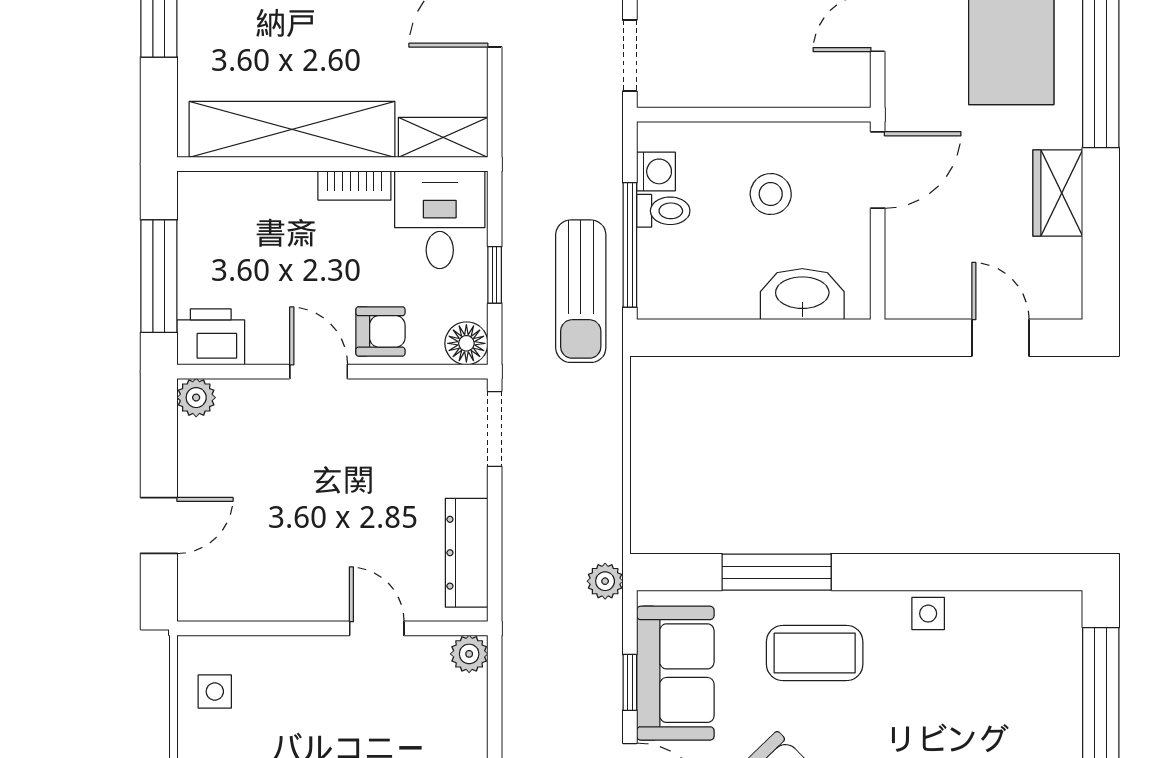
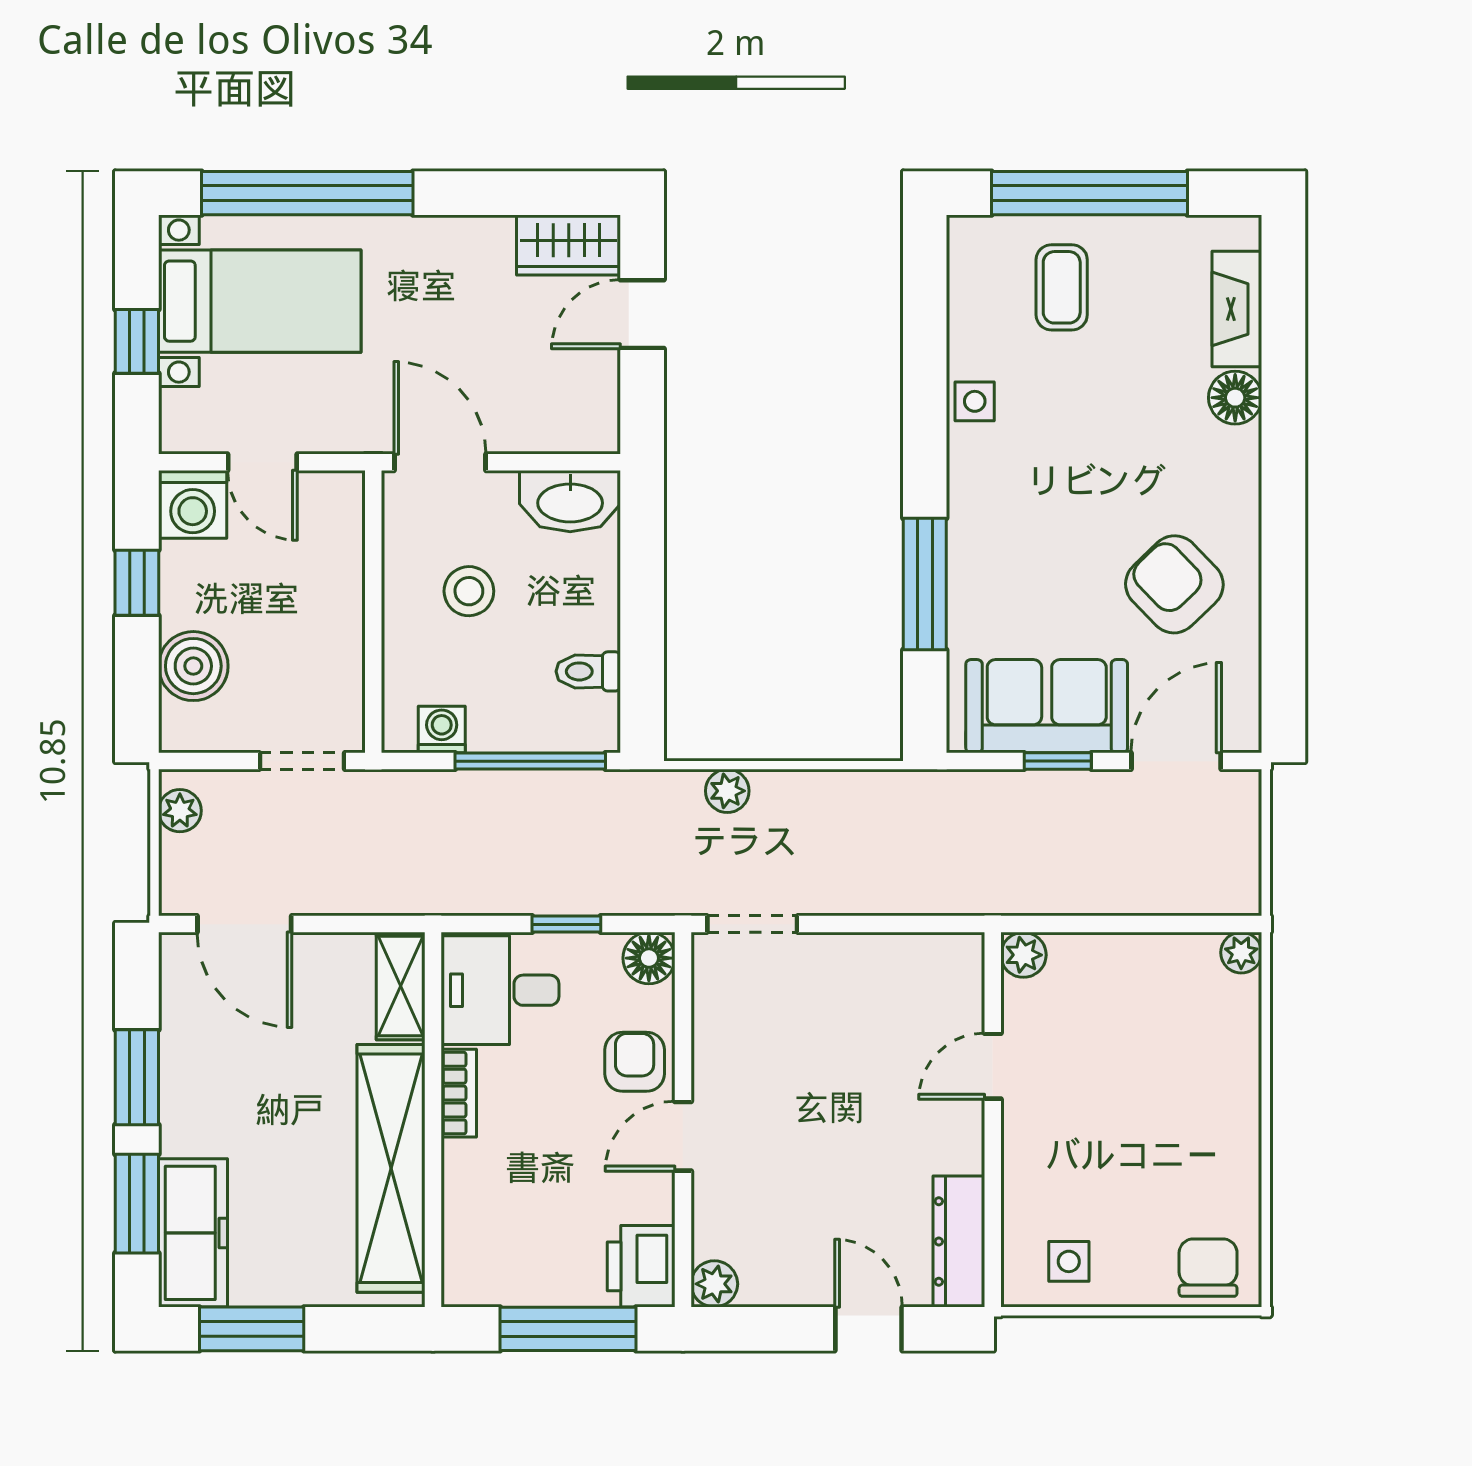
wardrobe: (1058, 193) -> (569, 245), moved
toilet: (663, 211) -> (588, 671), moved, turned -90
sun lounger: (581, 291) -> (586, 820), removed
washbasin: (802, 294) -> (570, 501), moved, turned -90
dresser: (467, 553) -> (959, 1241), moved, turned 90
plant: (605, 581) -> (727, 791), moved
coffee table: (815, 653) -> (1062, 287), moved, width x0.73, depth x0.77

